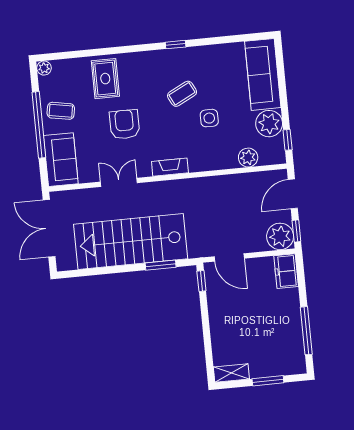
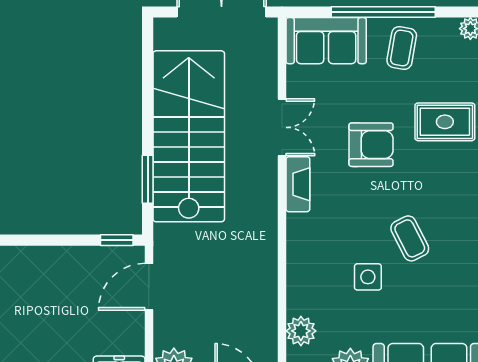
fireplace: (170, 167) -> (298, 184), moved

